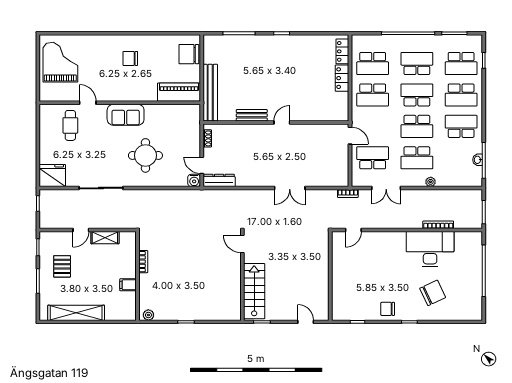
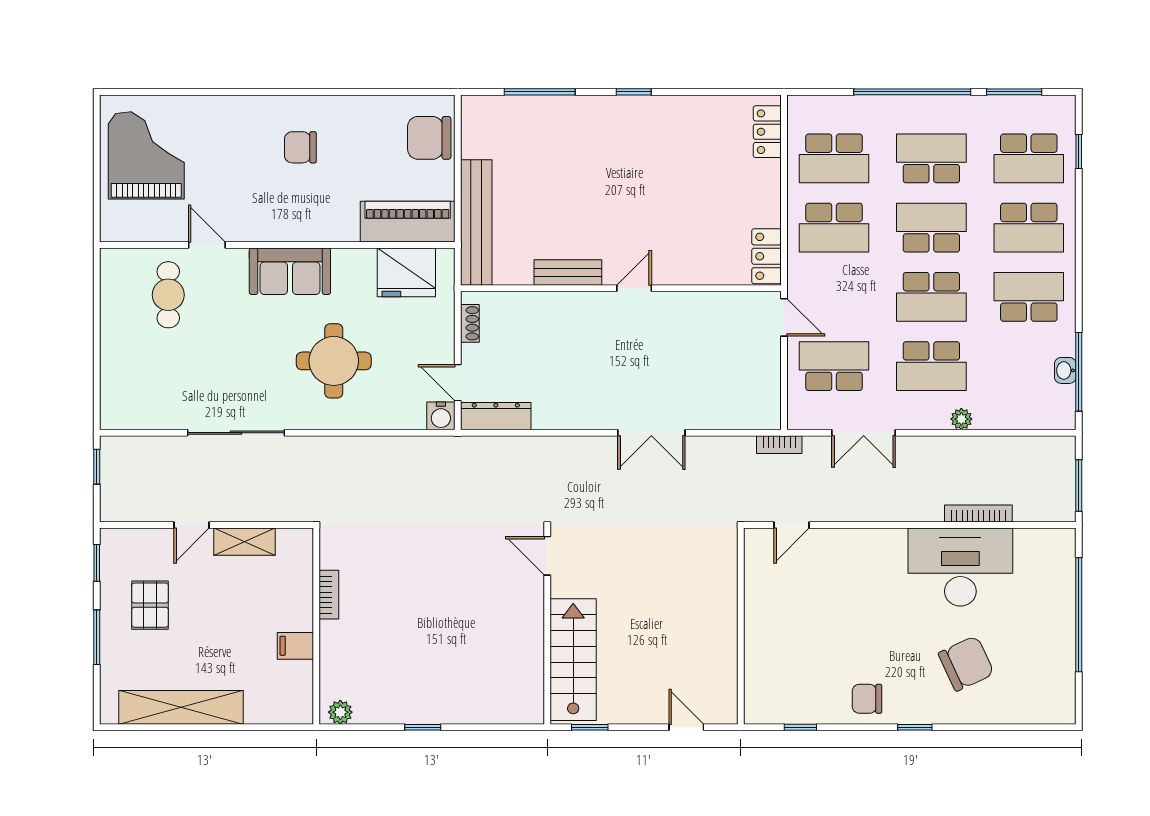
locker: (342, 78) -> (767, 256), moved
fridge: (52, 176) -> (406, 272), moved, turned 180

